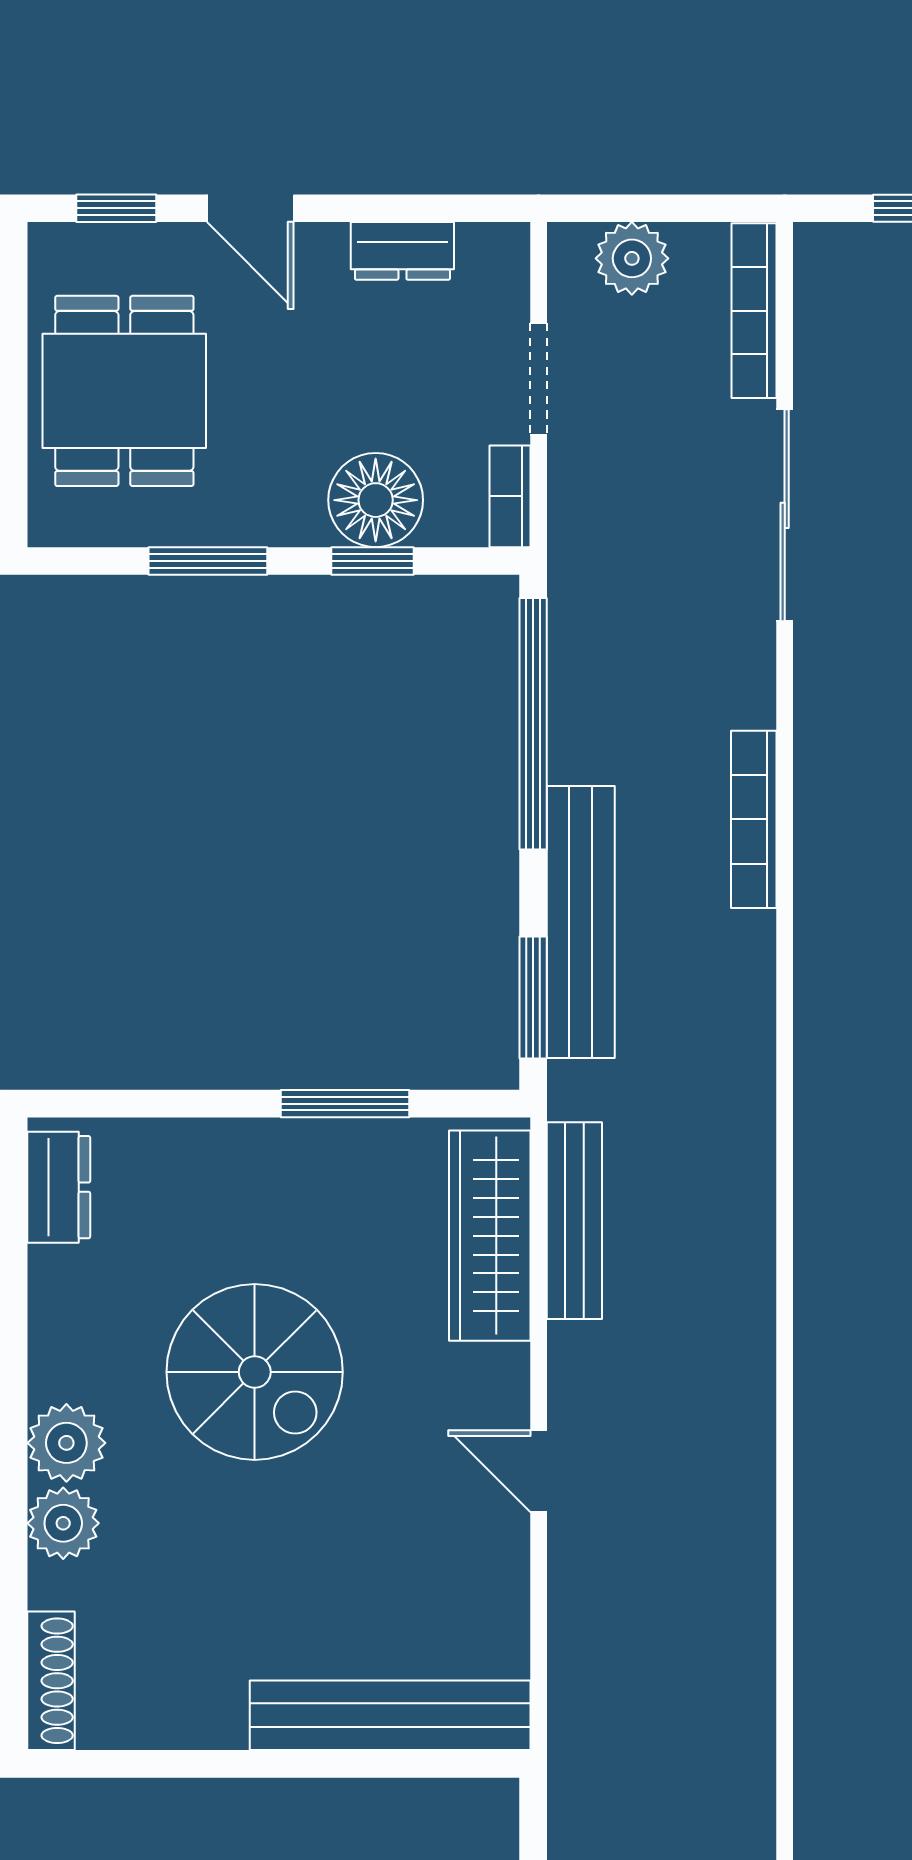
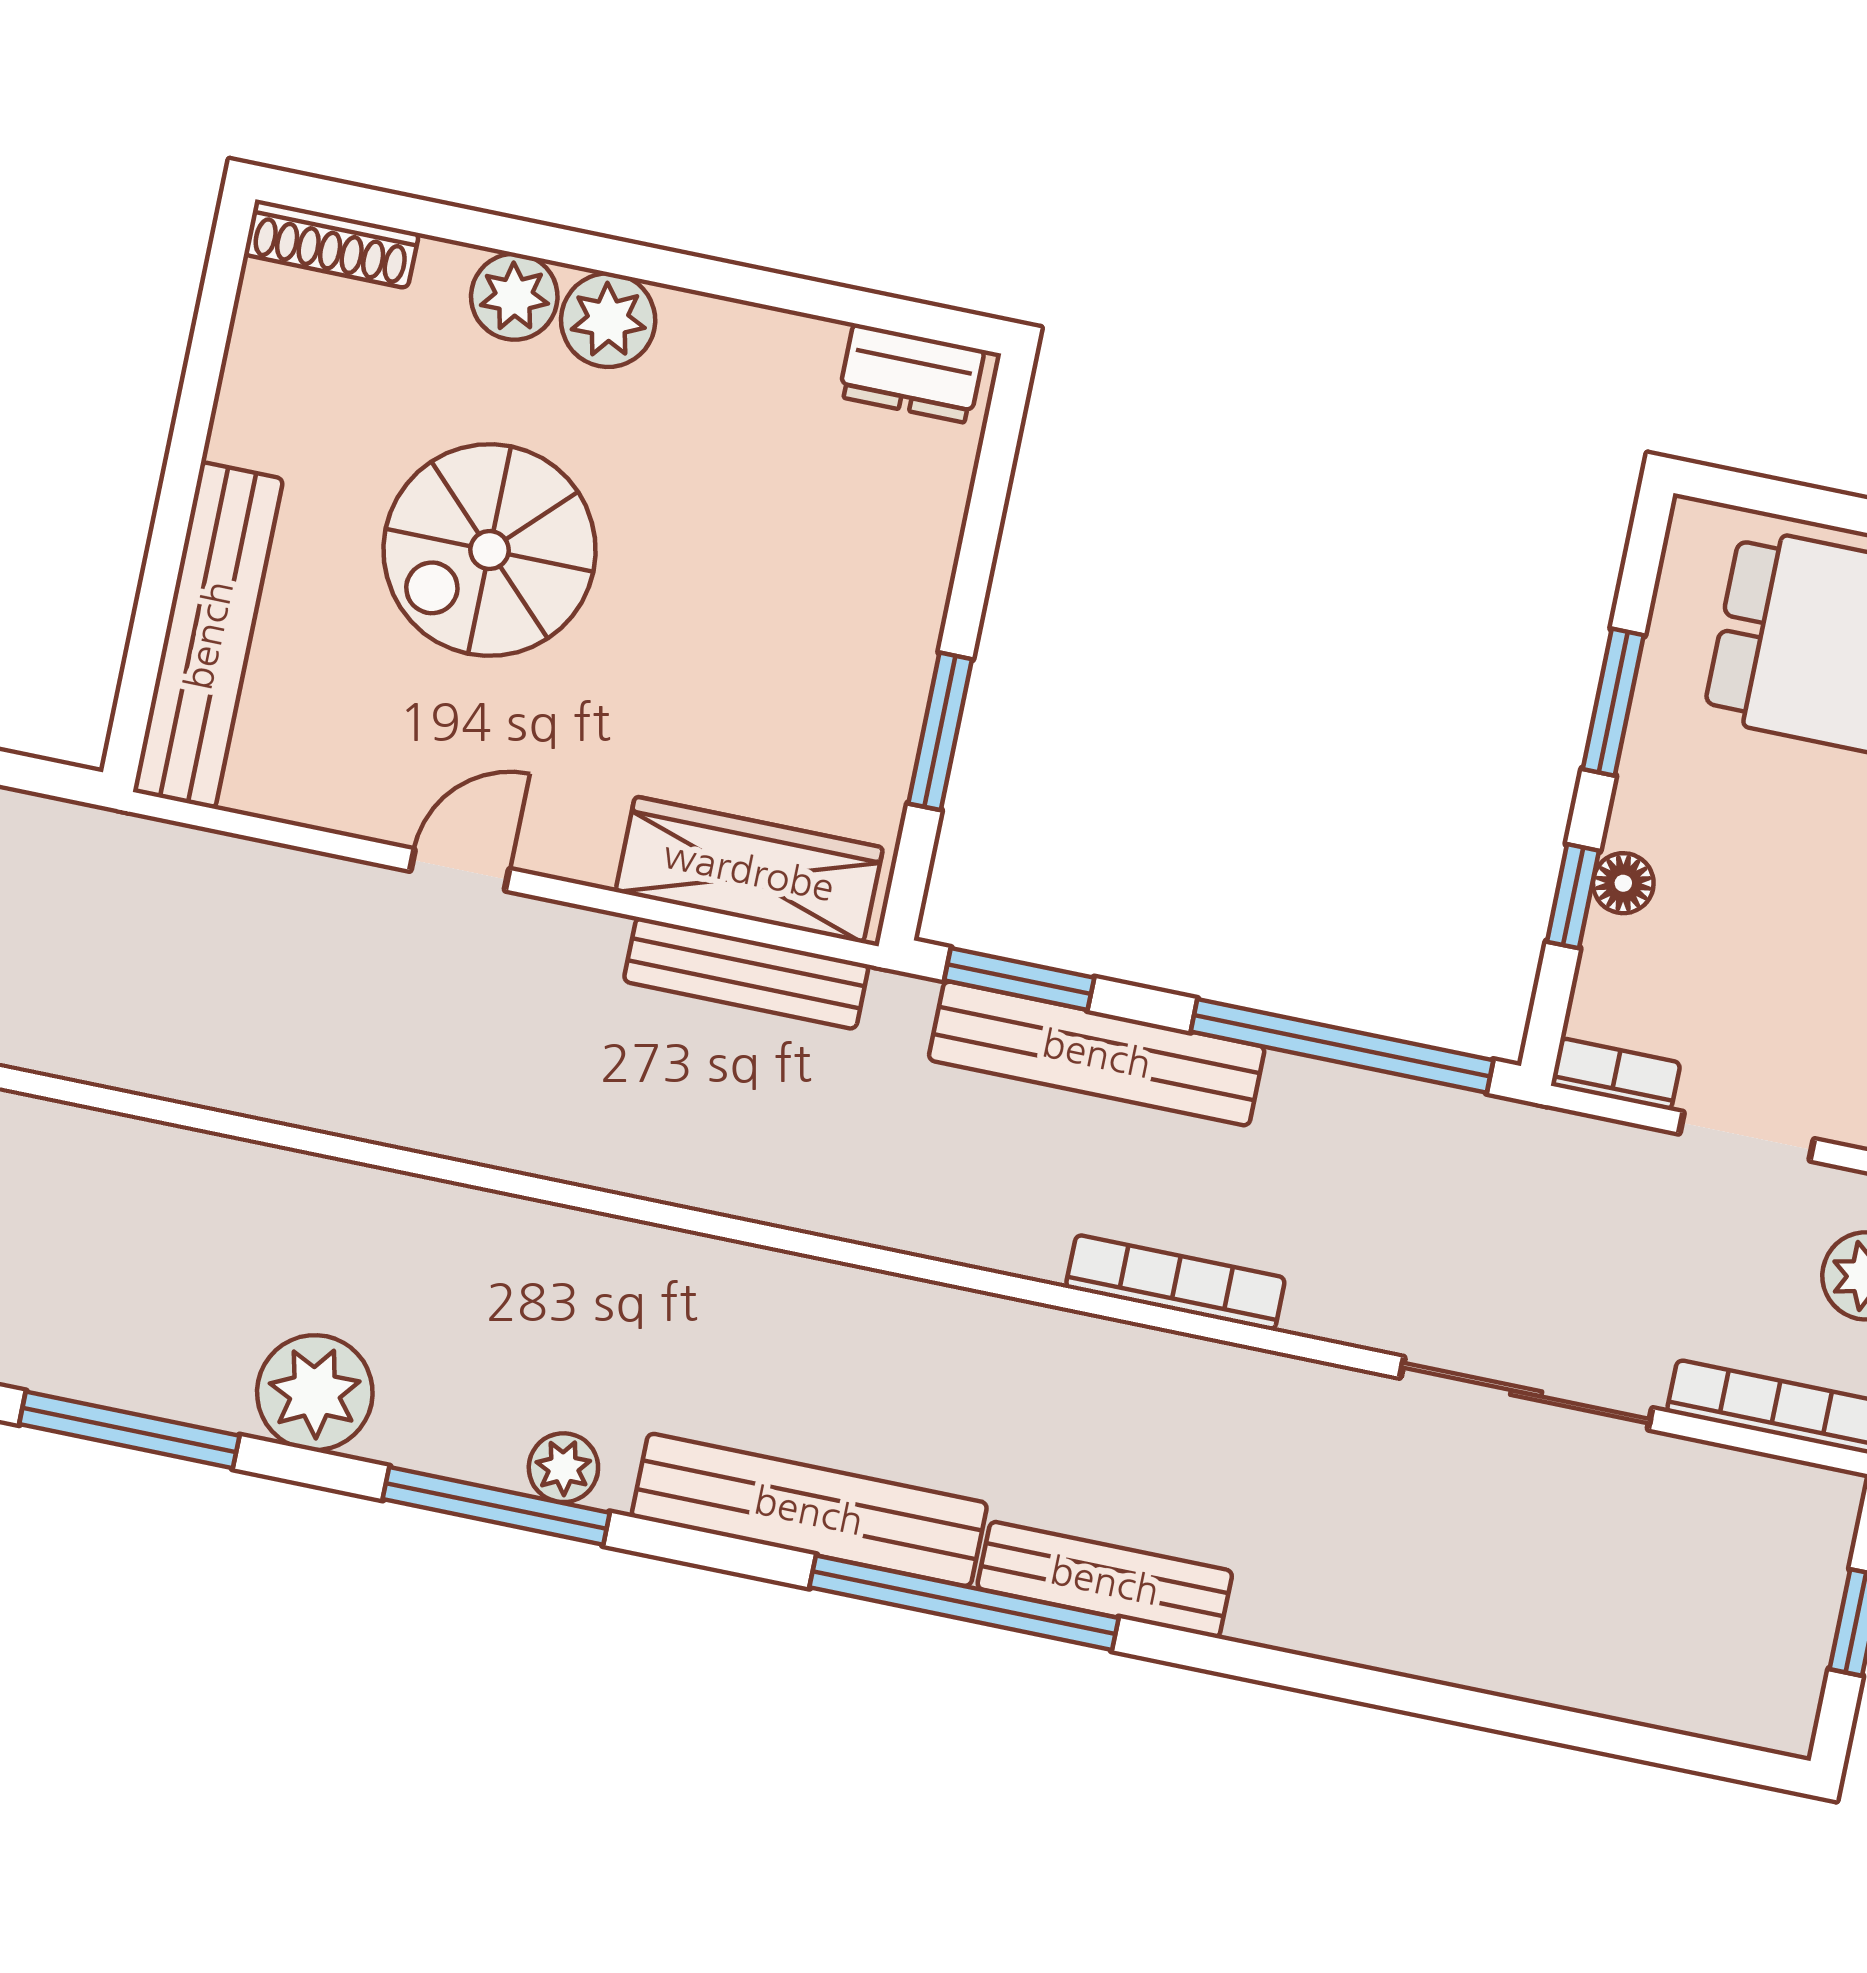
floor lamp: (376, 500) -> (1623, 883), width x0.53, depth x0.53
spiral stairs: (255, 1372) -> (489, 550), moved

